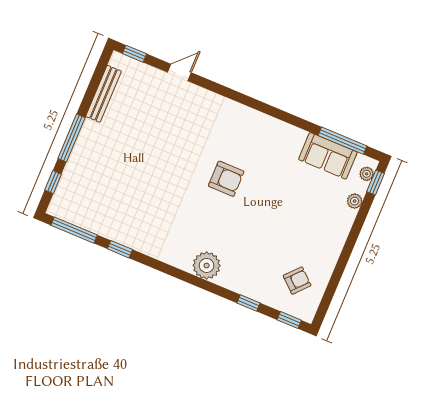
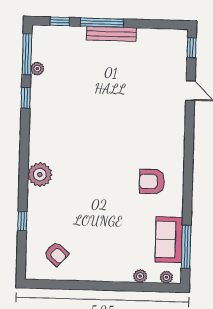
bench: (104, 94) -> (111, 34), moved
armchair: (226, 179) -> (152, 181), moved, turned 90
window: (376, 182) -> (162, 287), removed
plant: (94, 225) -> (37, 69), added
window: (289, 320) -> (21, 260), removed

